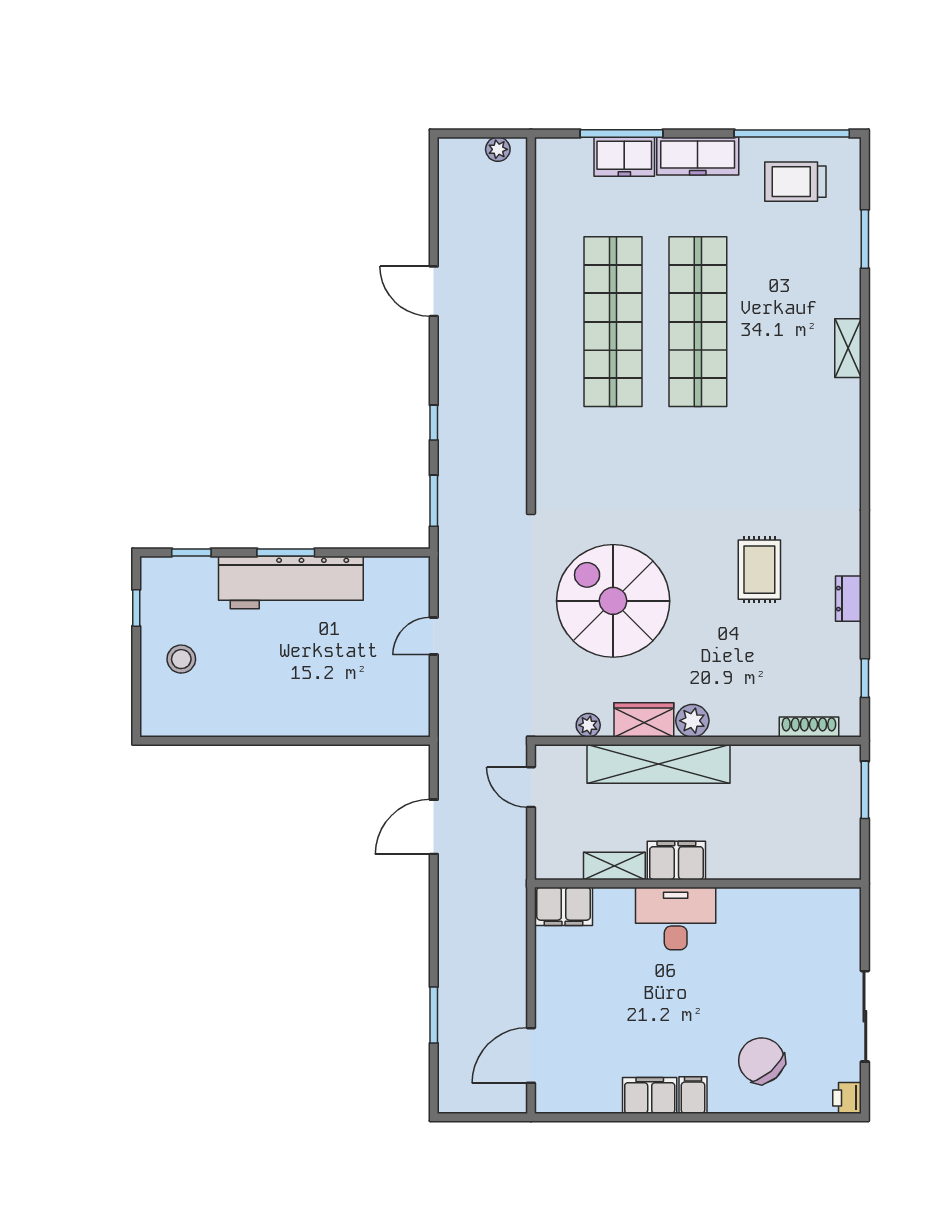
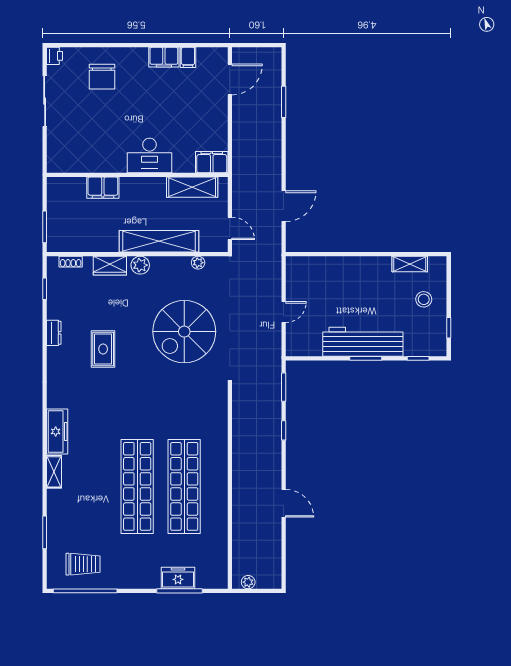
freezer: (698, 156) -> (57, 431), moved, turned 90
spiral stairs: (613, 601) -> (184, 332), turned 90
wardrobe: (644, 720) -> (110, 266), moved
shelving: (207, 723) -> (410, 264), added
shoe rack: (809, 727) -> (71, 262), width x0.70
filing cabinet: (676, 860) -> (103, 188), moved
shelving: (614, 866) -> (192, 187), width x1.50, depth x1.33
chair: (761, 1061) -> (102, 77), turned 41
filing cabinet: (693, 1095) -> (188, 57), moved

